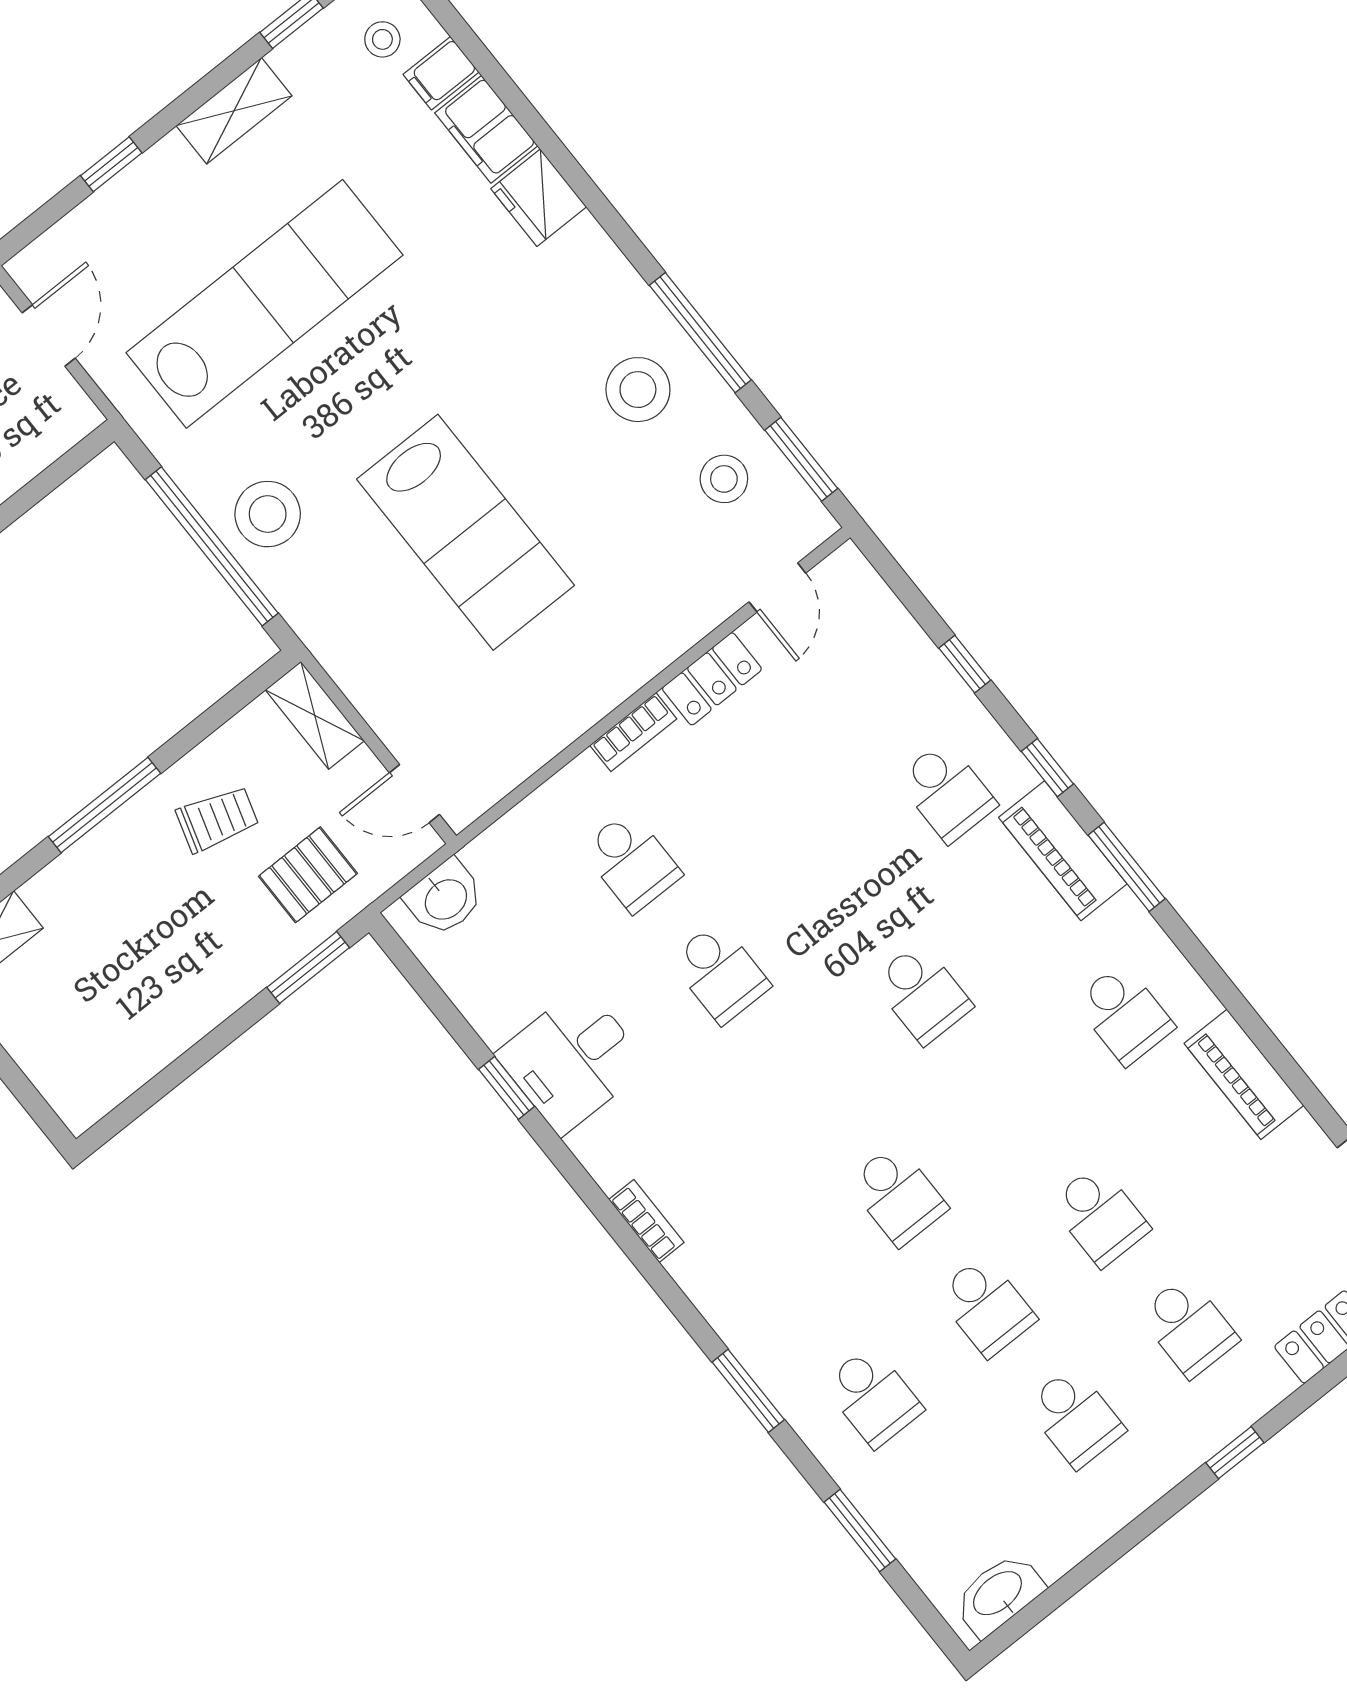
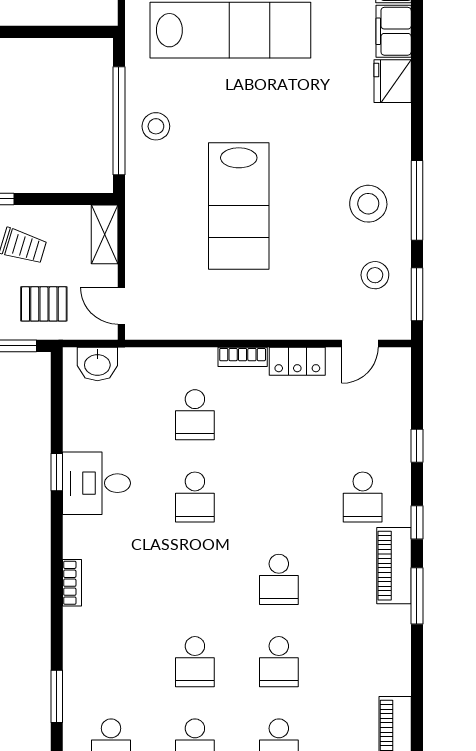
stool: (268, 514) -> (156, 126), width x0.73, depth x0.73
school desk: (1124, 1014) -> (279, 662), moved

